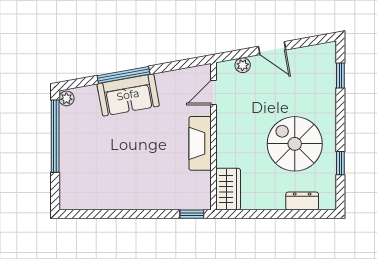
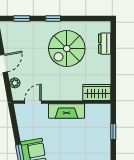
door: (214, 93) -> (33, 102), swing flipped
window: (340, 163) -> (53, 18), moved
window: (192, 214) -> (113, 132), moved

